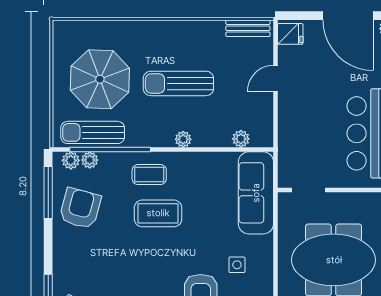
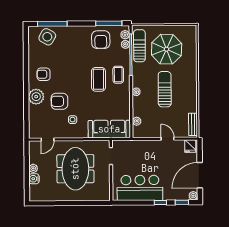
armchair: (80, 208) -> (101, 40), turned 75

